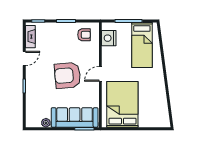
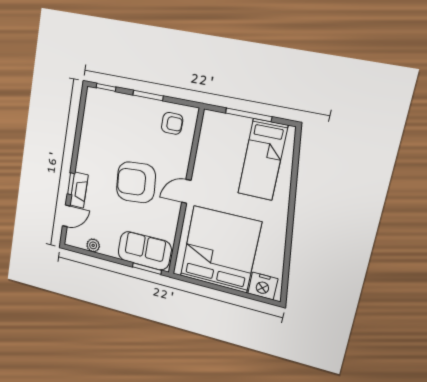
fireplace: (30, 37) -> (79, 190), moved
nightstand: (109, 38) -> (263, 286), moved, turned -90
door: (24, 58) -> (66, 216), moved
bed: (122, 104) -> (220, 249), width x1.36
sofa: (75, 117) -> (145, 251), width x0.73

